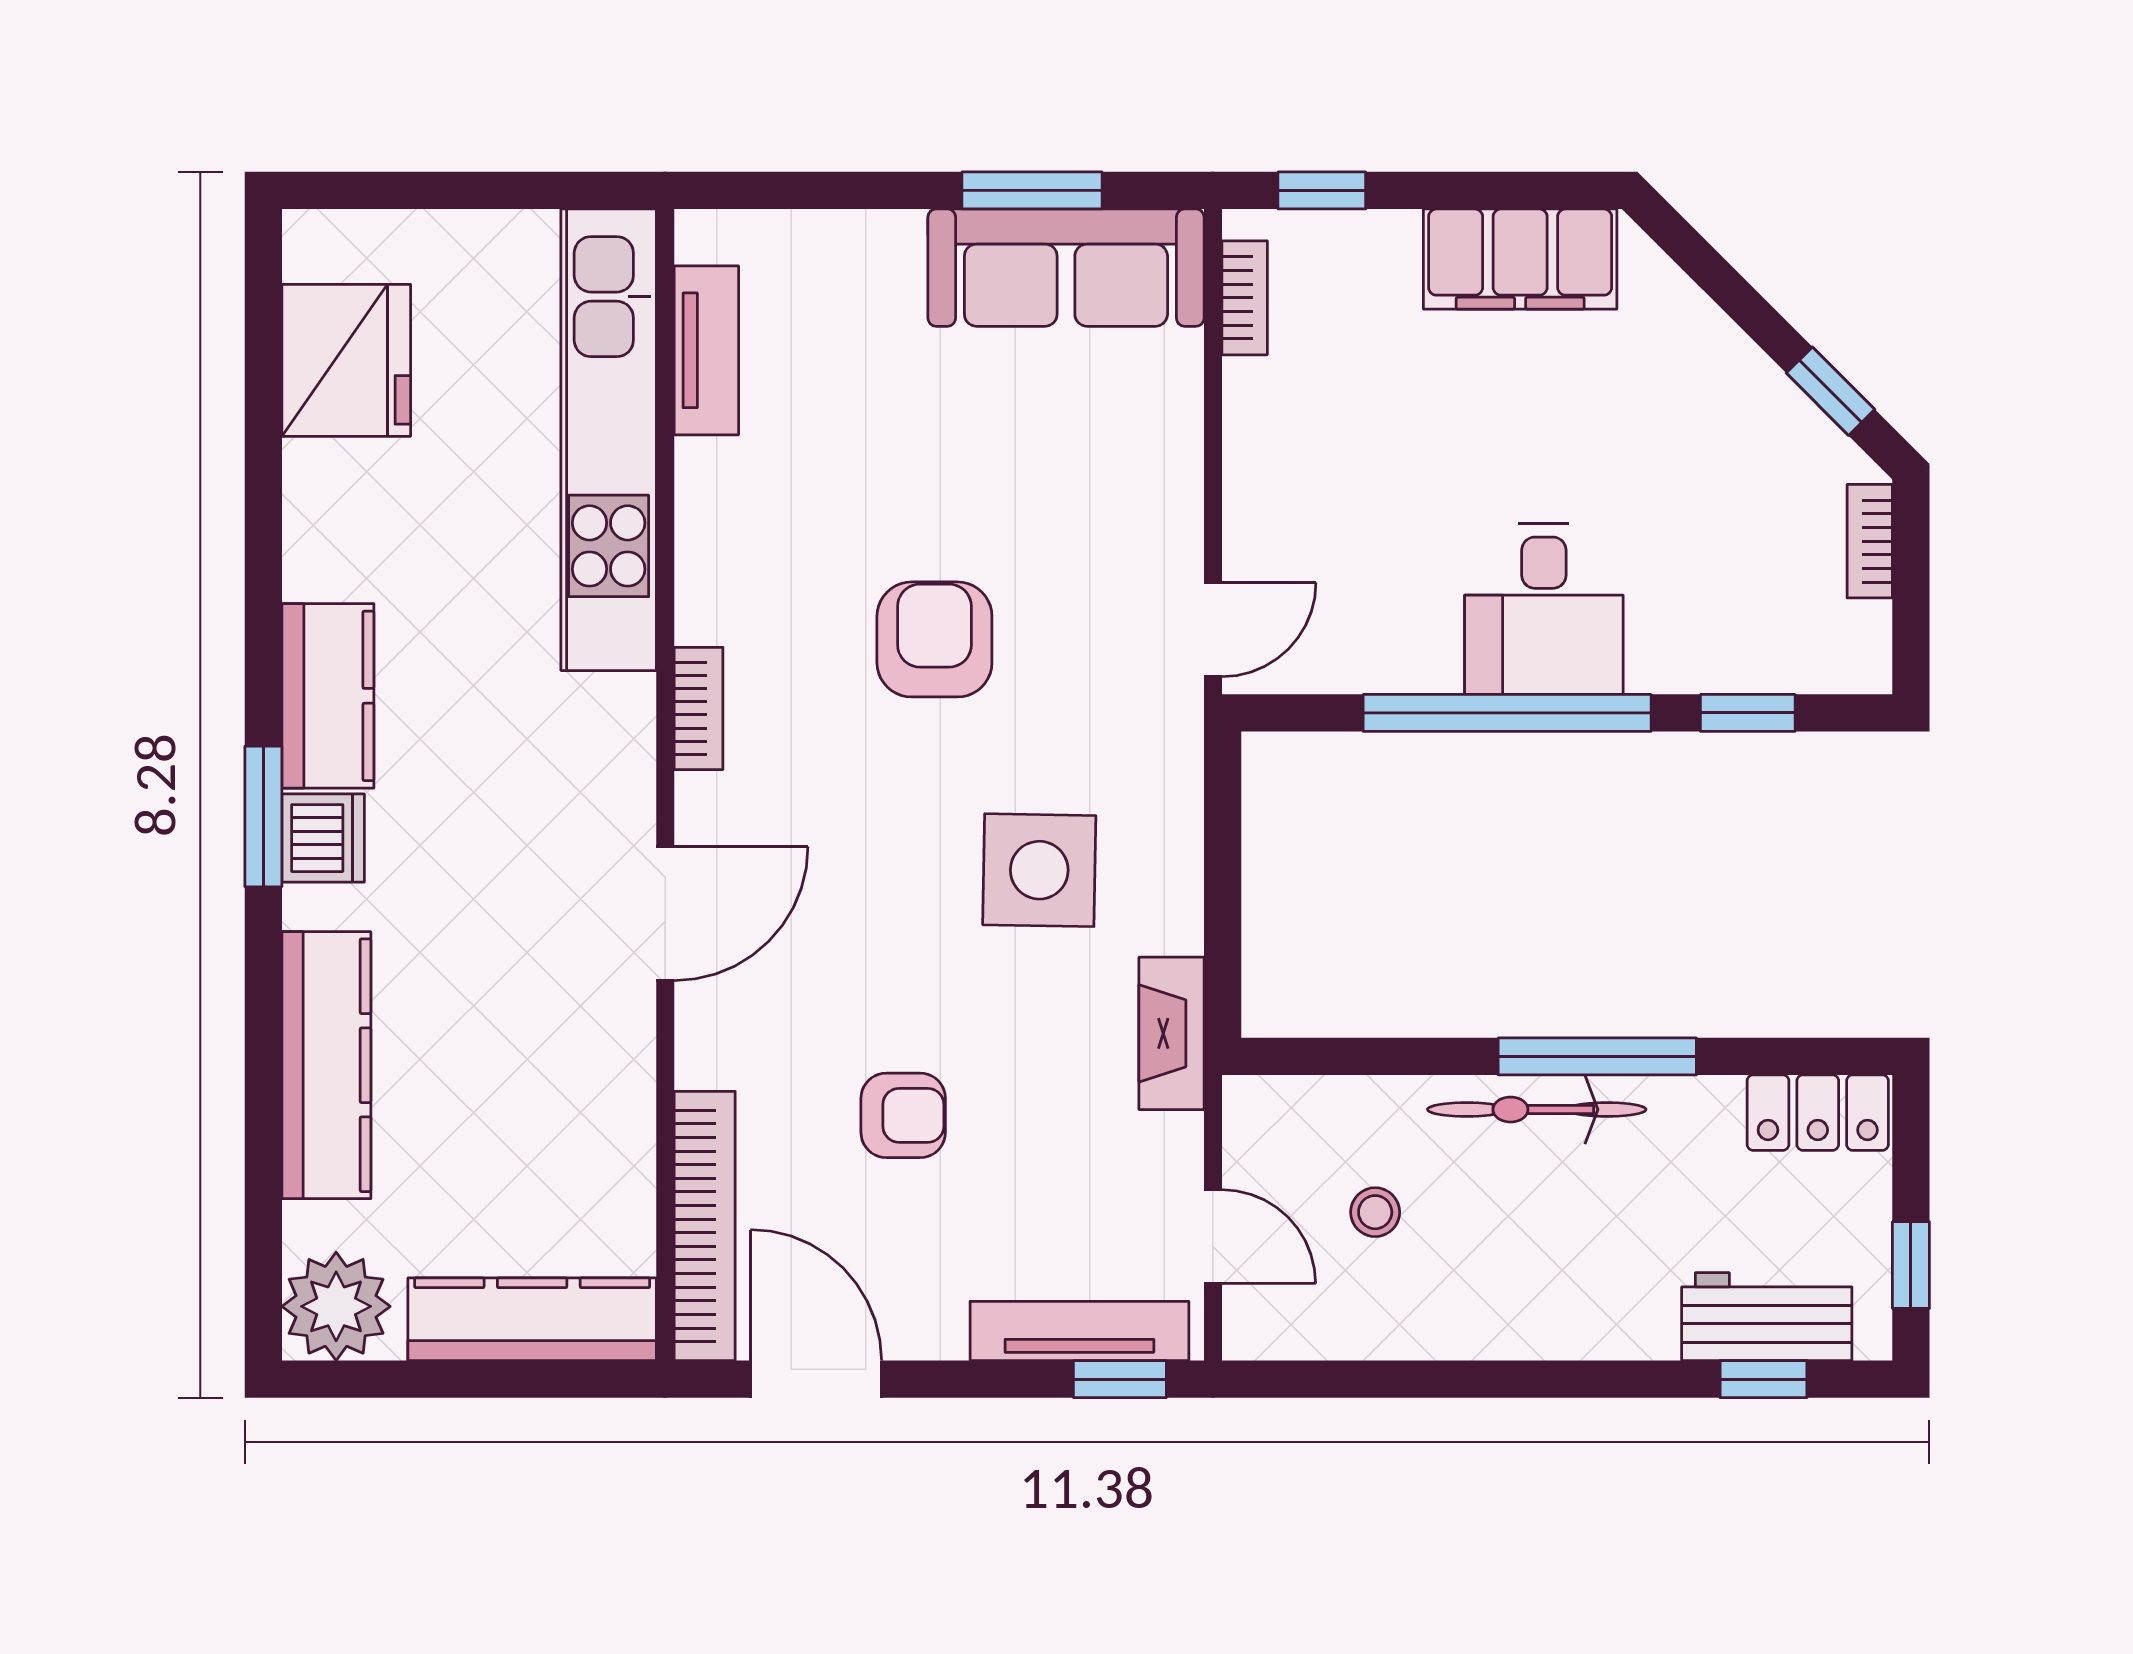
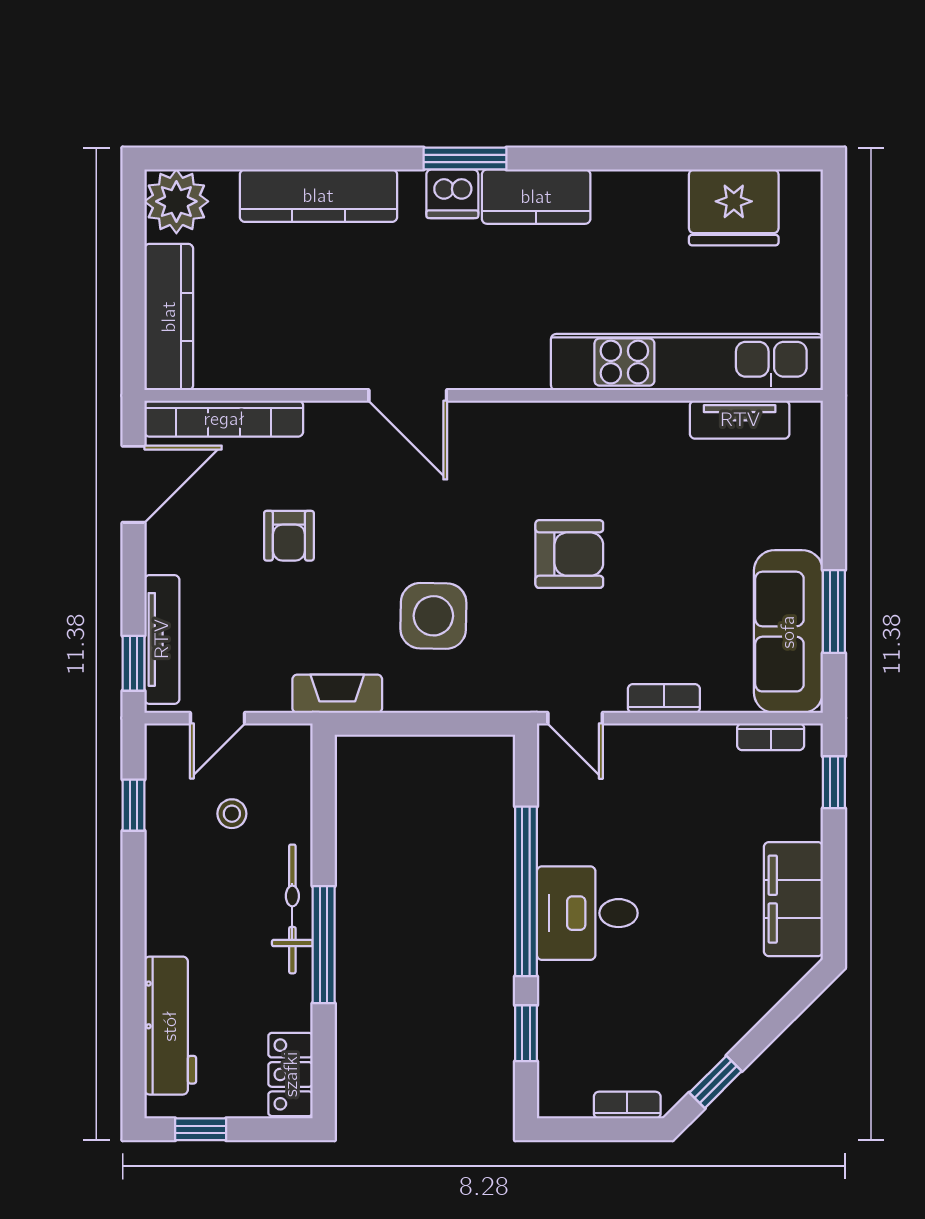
bookcase: (699, 708) -> (664, 698), moved, turned 180
workbench: (1767, 1317) -> (170, 1026), width x1.38
window: (1763, 1379) -> (134, 805), moved

